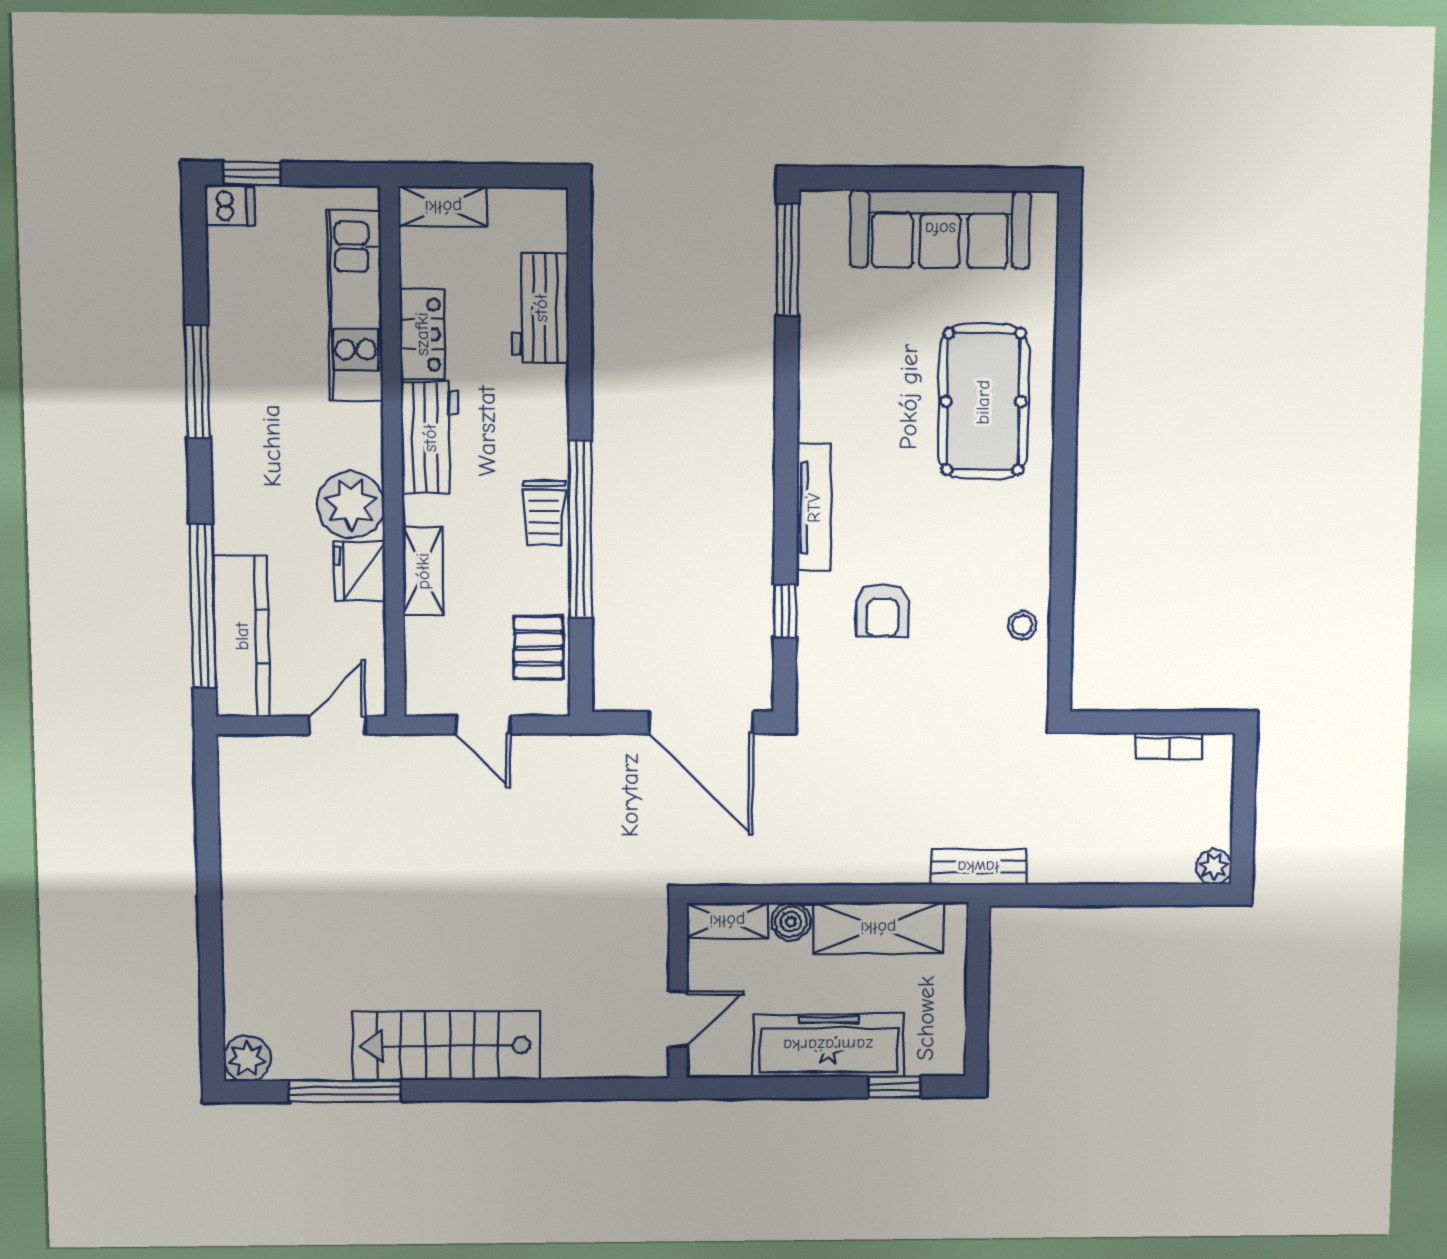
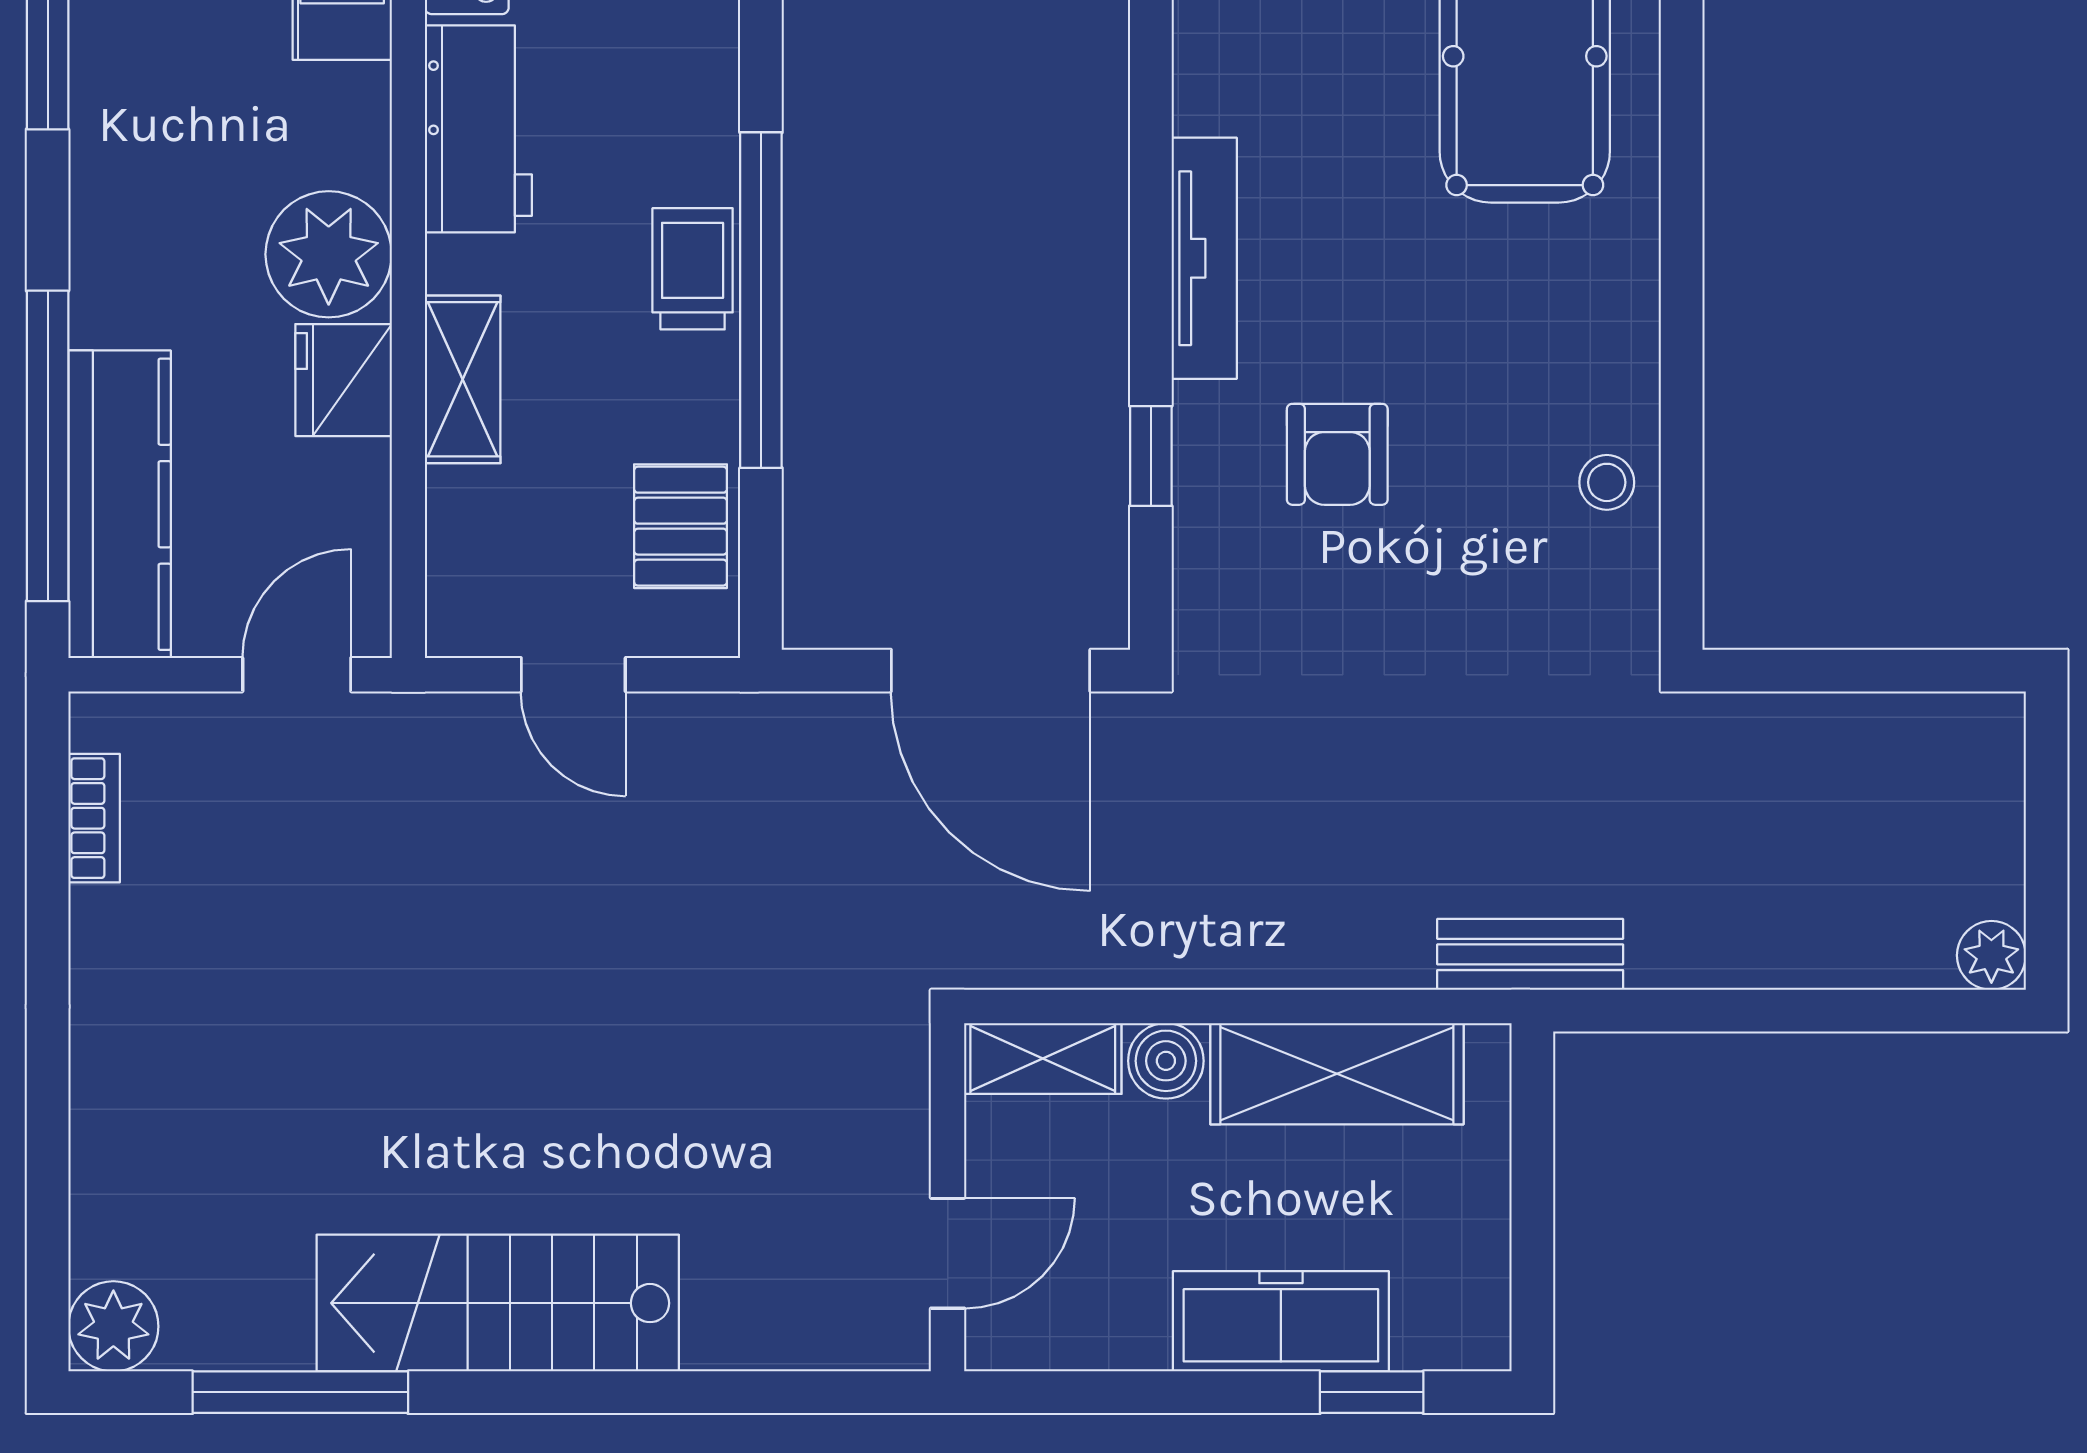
trolley: (544, 513) -> (693, 269), turned 180
bookcase: (1169, 746) -> (94, 818), moved, turned -90
freezer: (828, 1045) -> (1281, 1321), width x0.73, depth x0.79

